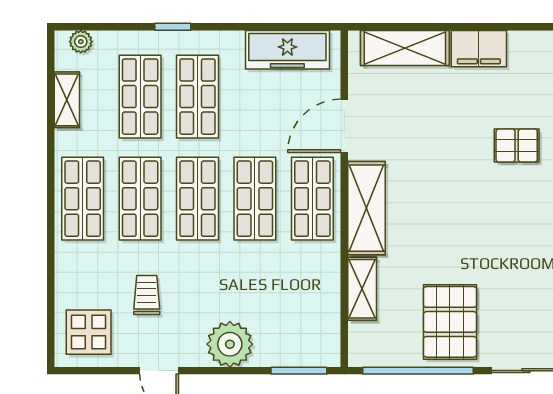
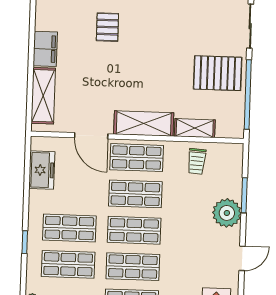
freezer: (287, 50) -> (42, 170), width x0.71
trolley: (147, 295) -> (197, 161), moved, turned -86
window: (299, 371) -> (244, 195), moved

